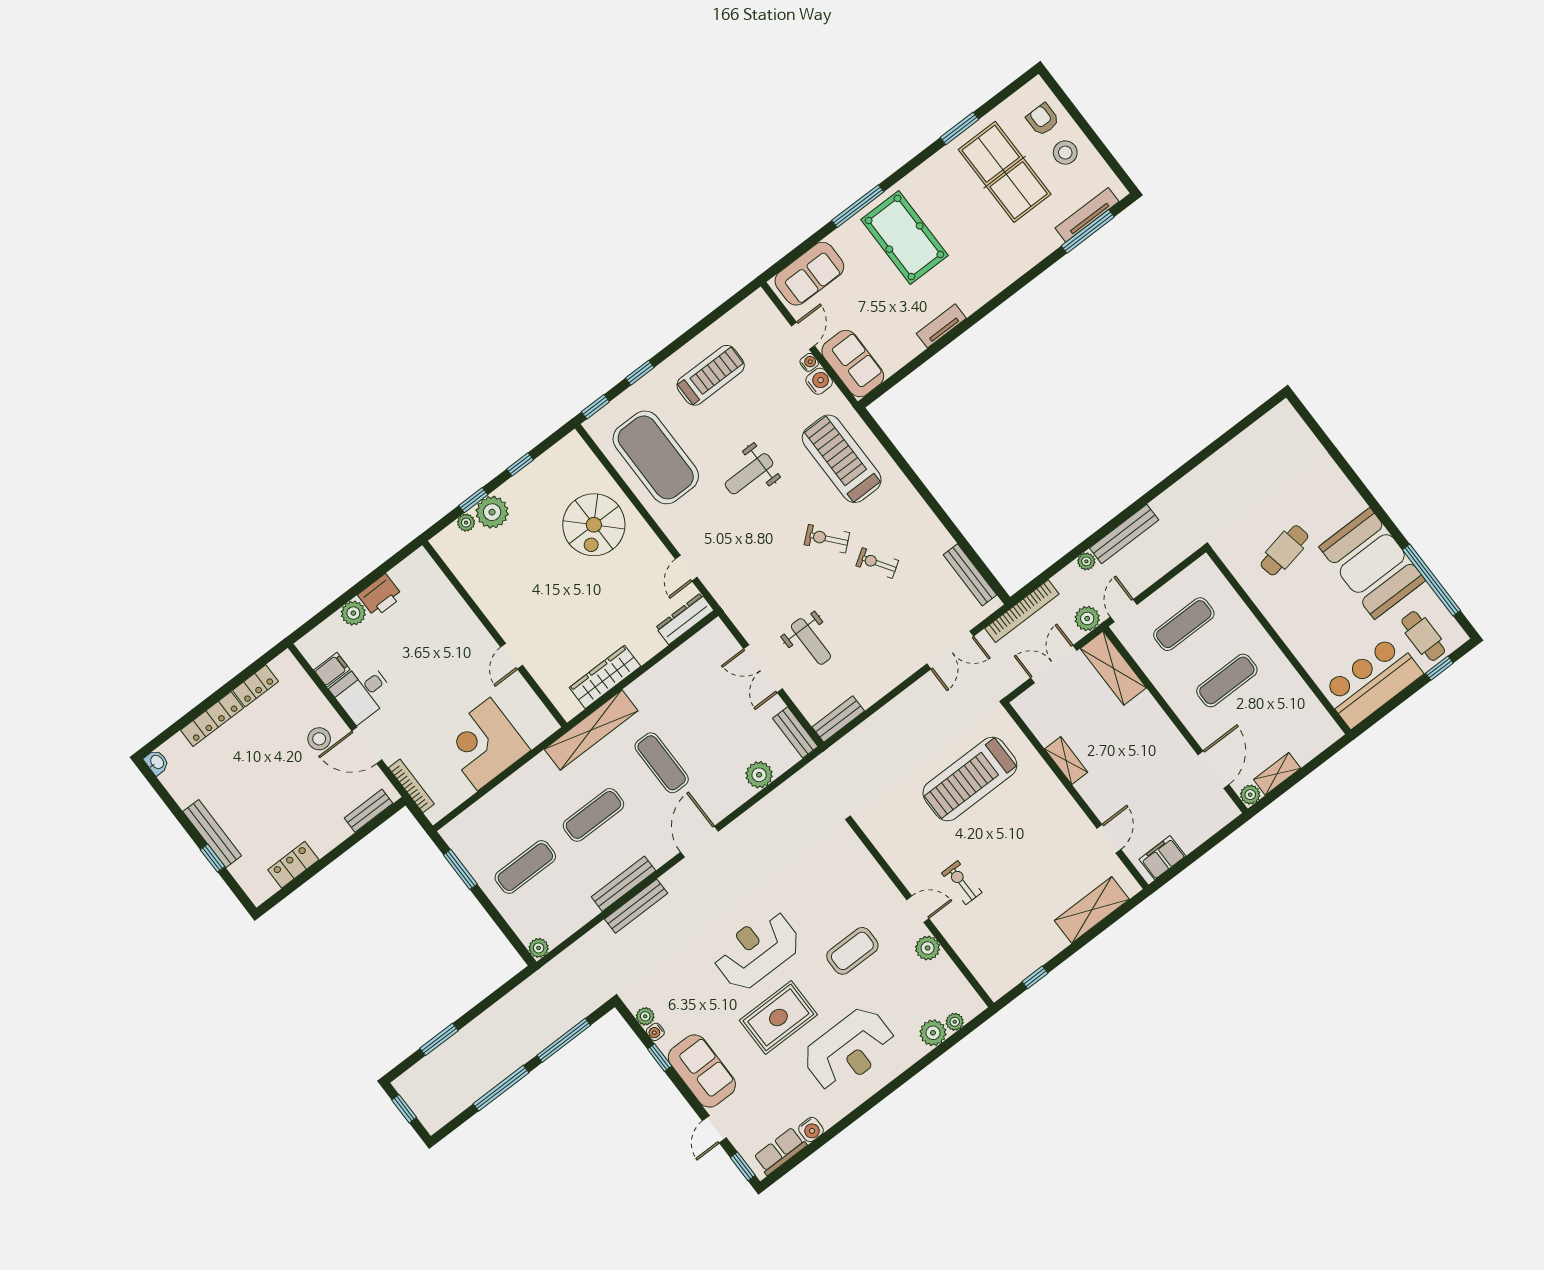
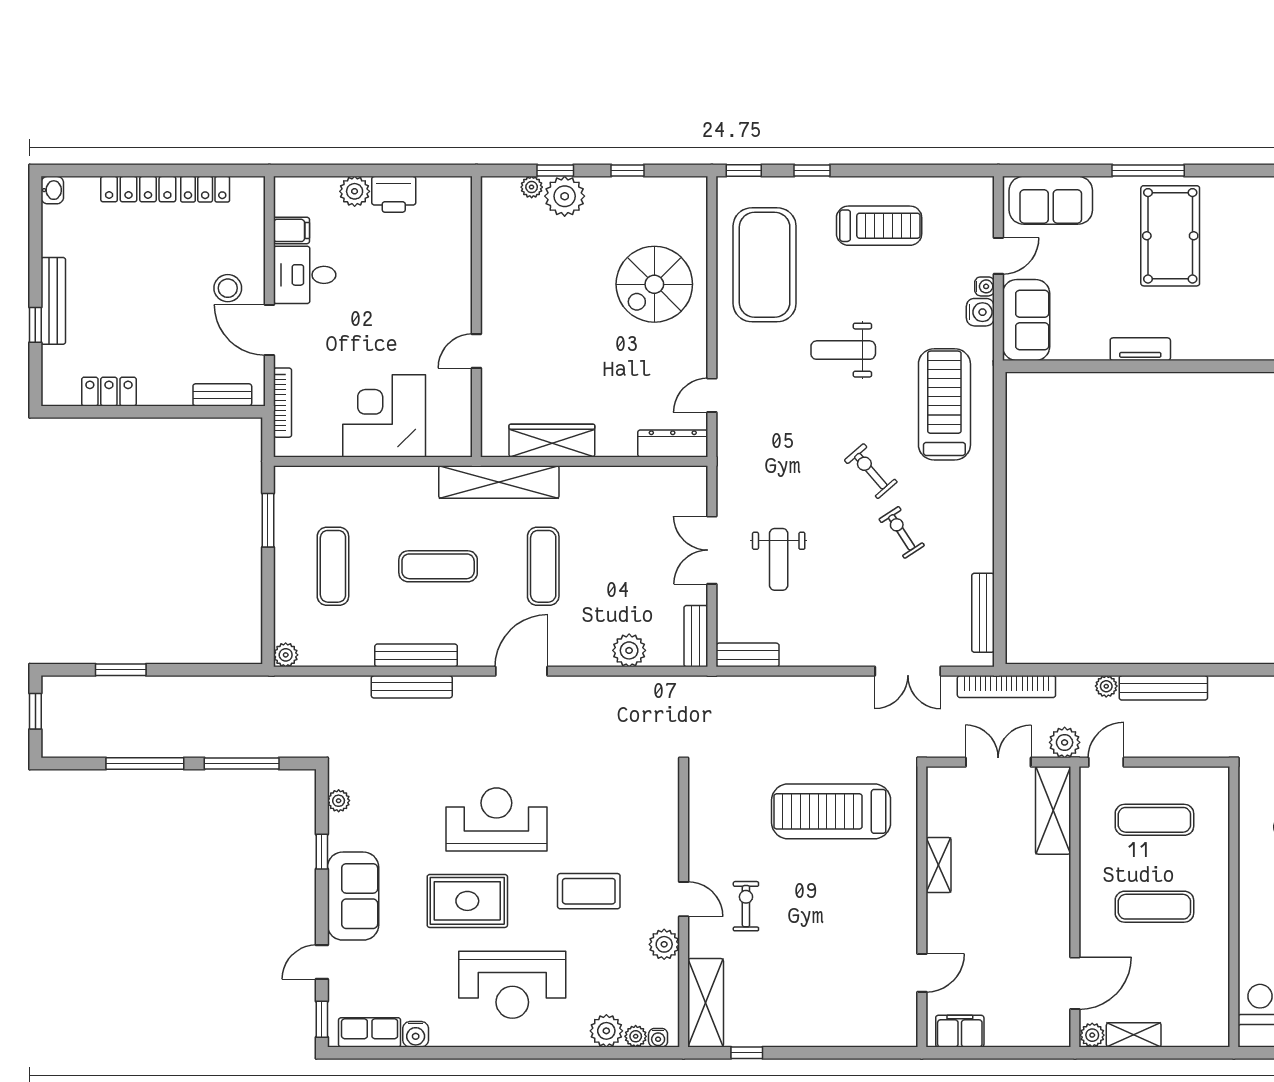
exercise mat: (525, 867) -> (333, 566), turned 90
shelving: (1092, 910) -> (706, 1003), moved, turned 90
water cooler: (655, 1032) -> (658, 1038), moved, turned -90

